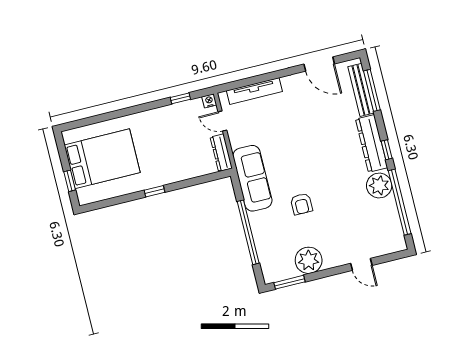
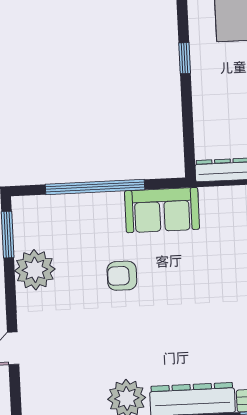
sofa: (252, 178) -> (162, 210), width x0.73

